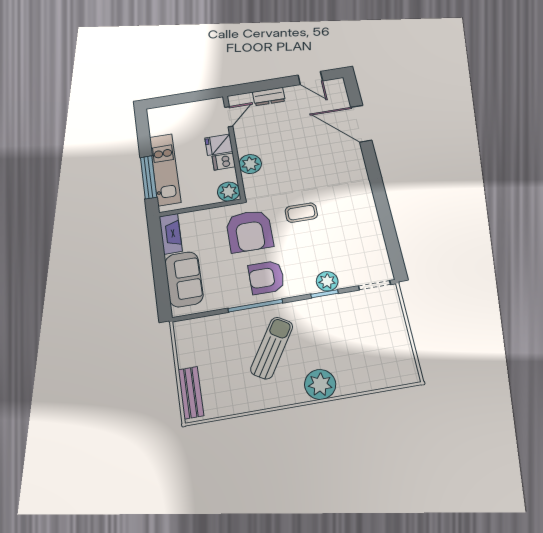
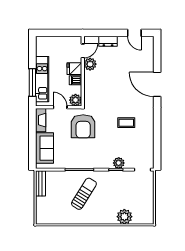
door: (361, 124) -> (157, 84), moved
plant: (250, 164) -> (90, 64), moved
door: (203, 207) -> (60, 107), added
coffee table: (301, 213) -> (126, 123), moved
armchair: (266, 277) -> (88, 155), removed
plant: (320, 384) -> (124, 217), moved
bench: (191, 392) -> (40, 183), moved

